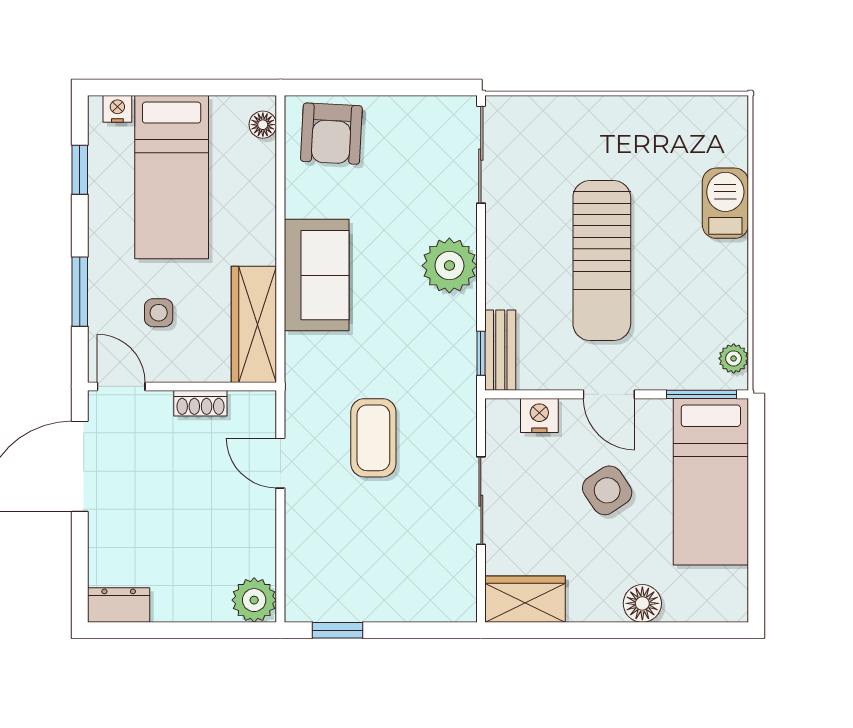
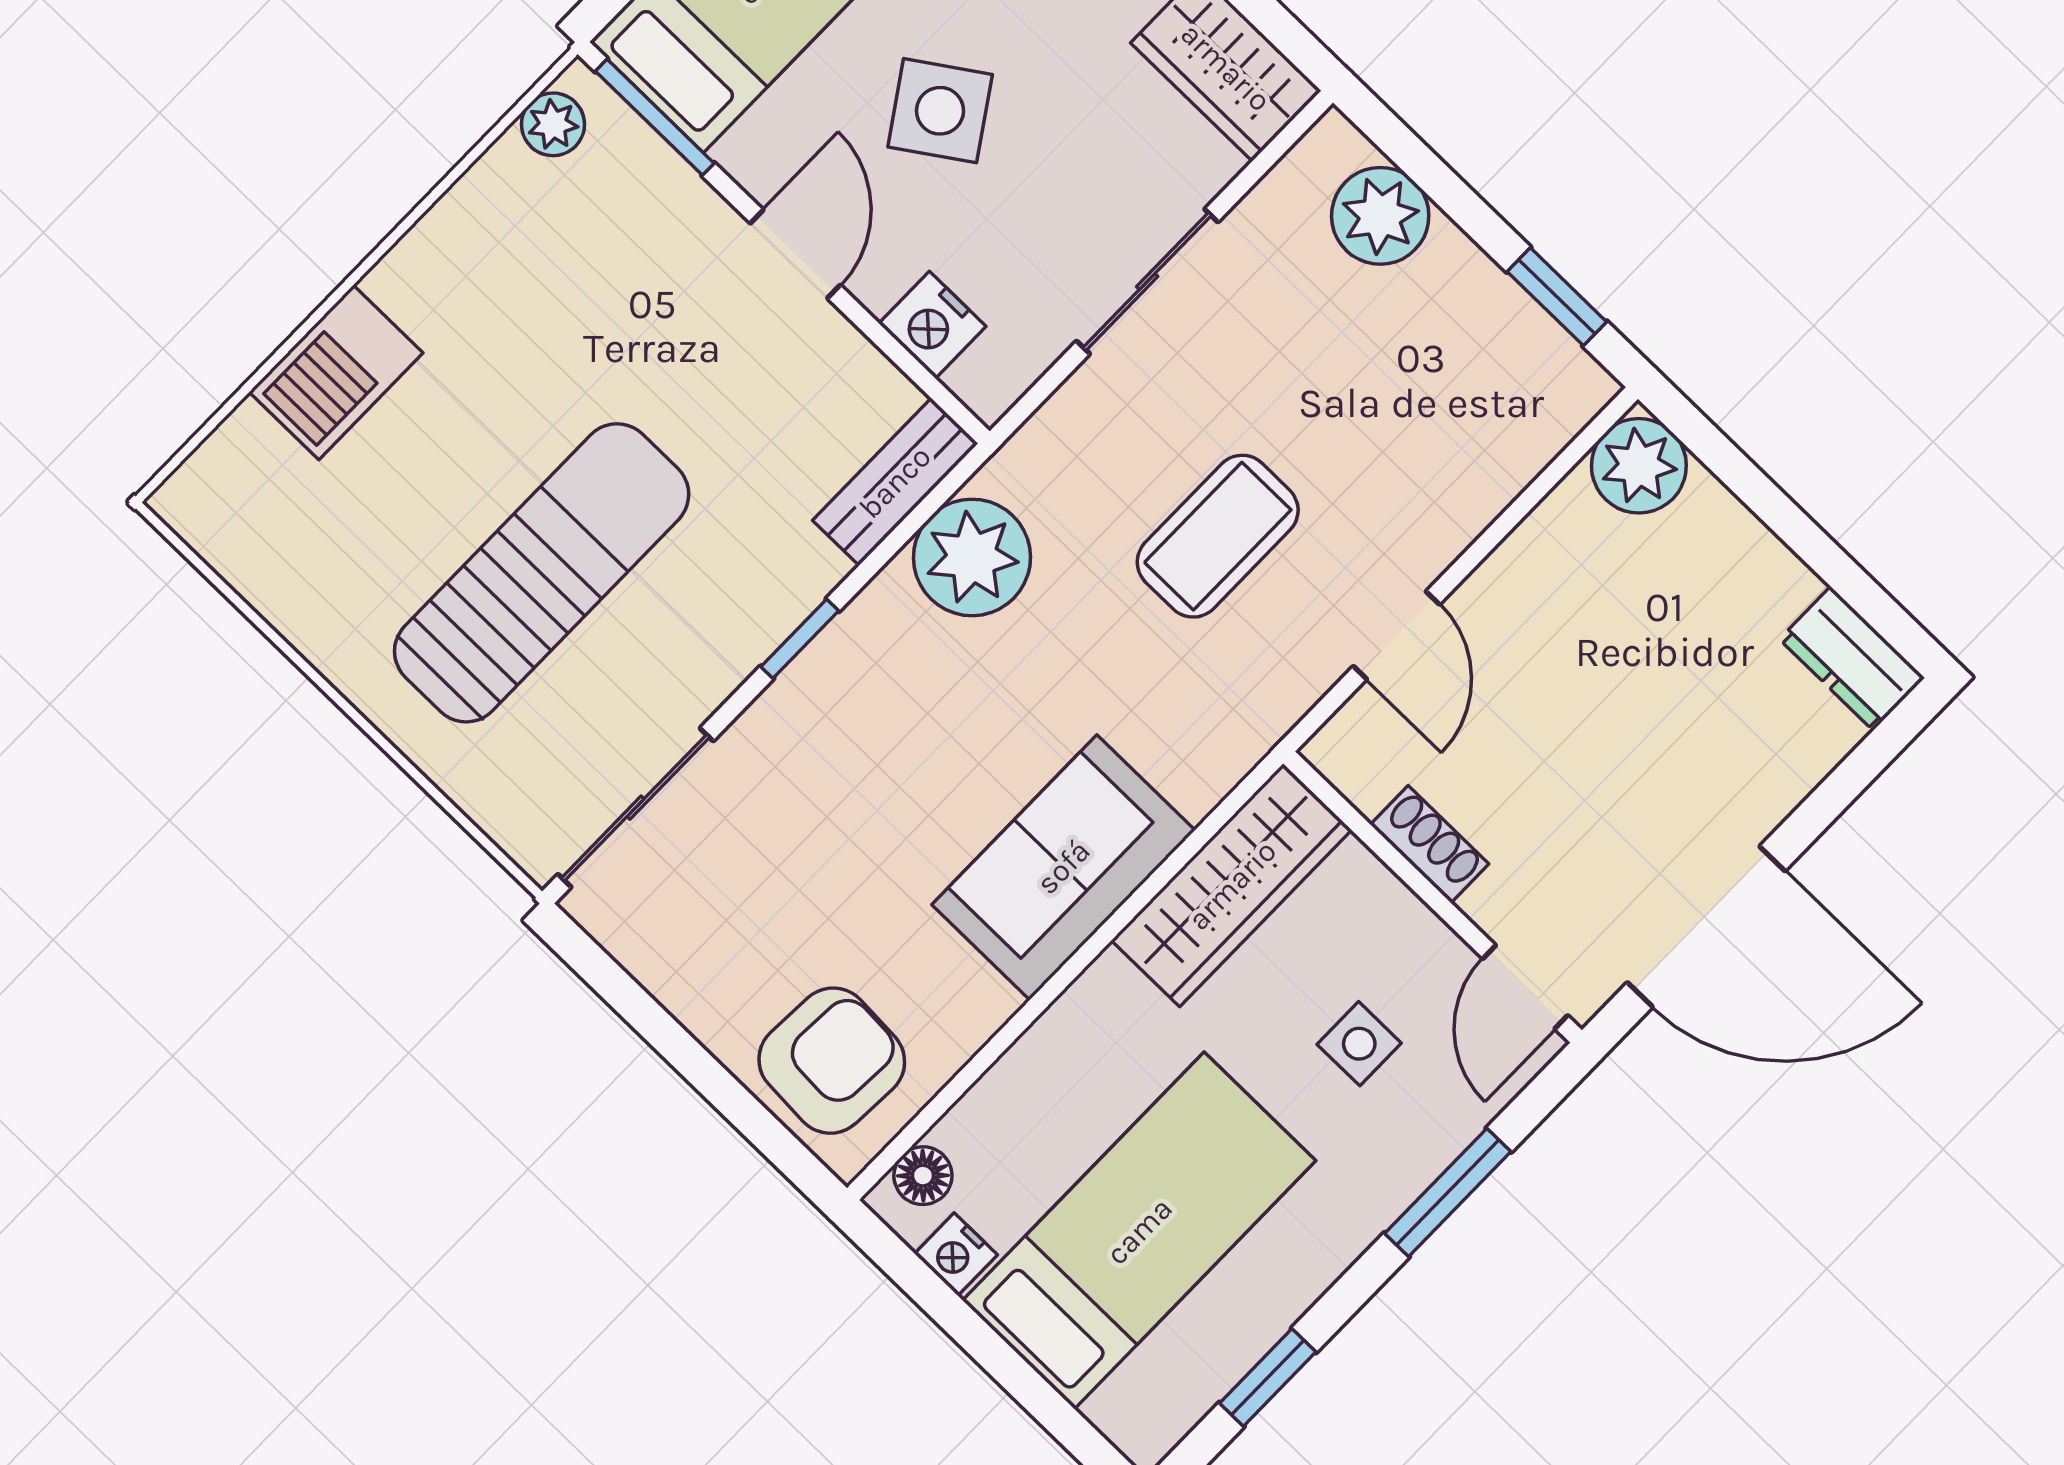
nightstand: (117, 109) -> (956, 1254), moved
sun lounger: (602, 261) -> (542, 573), moved
plant: (449, 266) -> (972, 557), moved
window: (481, 353) -> (800, 639), moved
plant: (424, 600) -> (1380, 216), added

